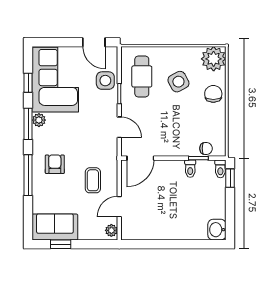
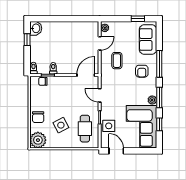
window: (230, 178) -> (27, 40), moved
sofa: (55, 227) -> (148, 39), moved, turned 90

